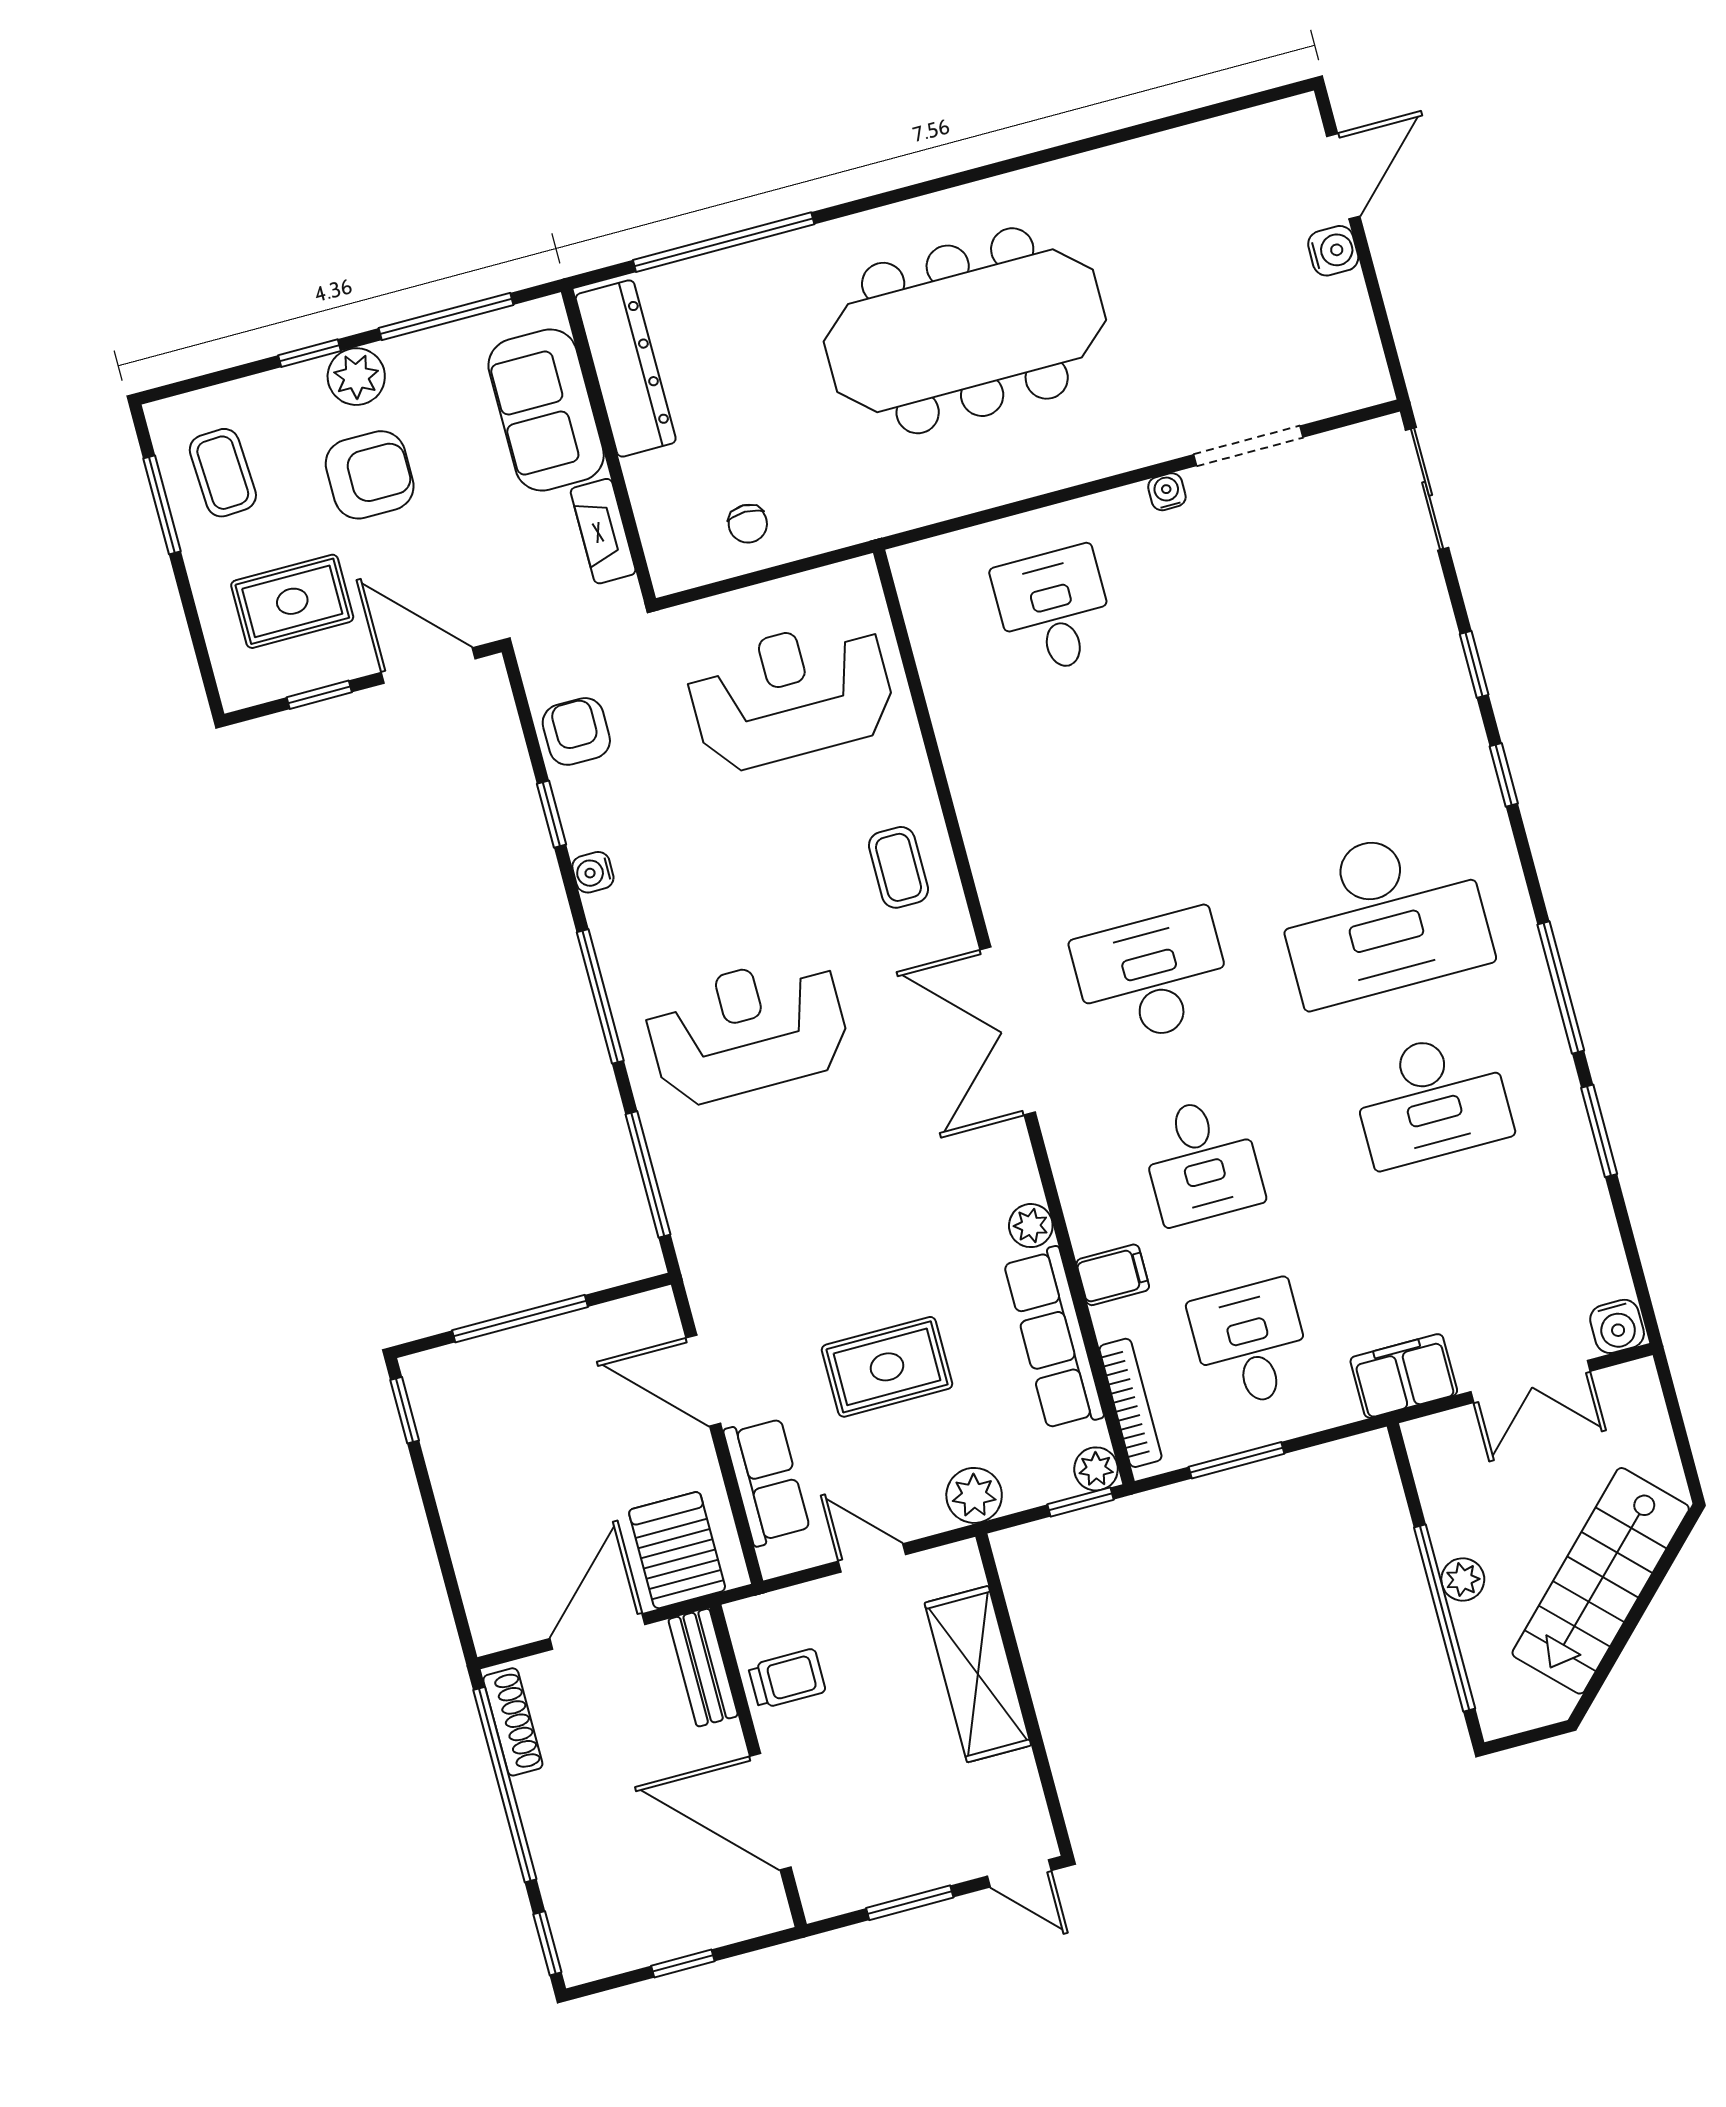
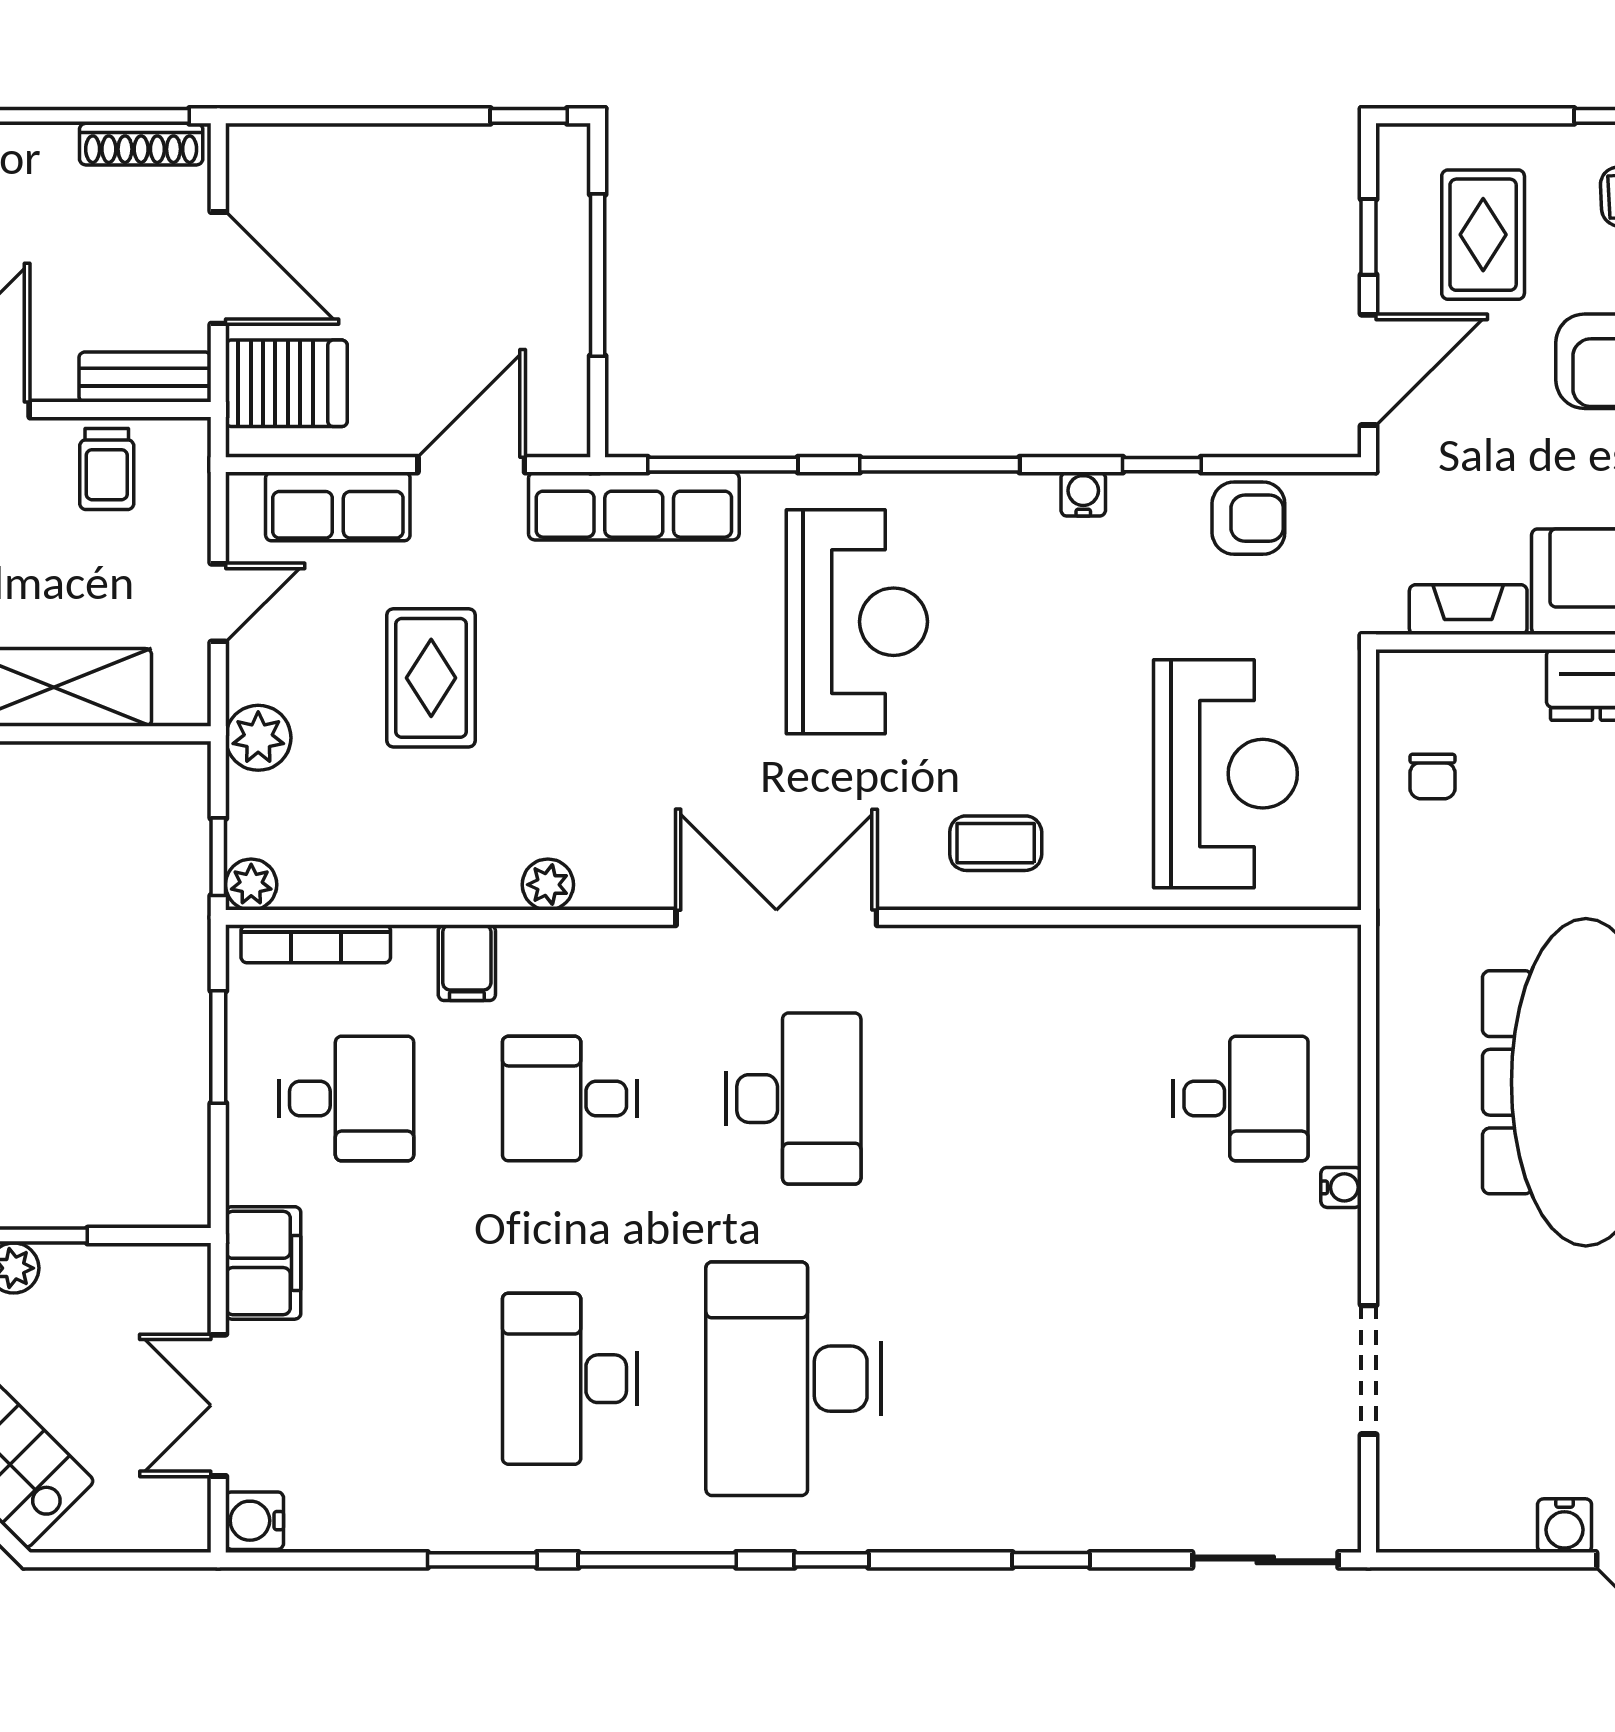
water cooler: (1167, 492) -> (1341, 1187), moved
chair: (748, 524) -> (1432, 777), turned -90
window: (1504, 775) -> (831, 1560), moved
row of seats: (1054, 1339) -> (634, 506), moved, turned 180

